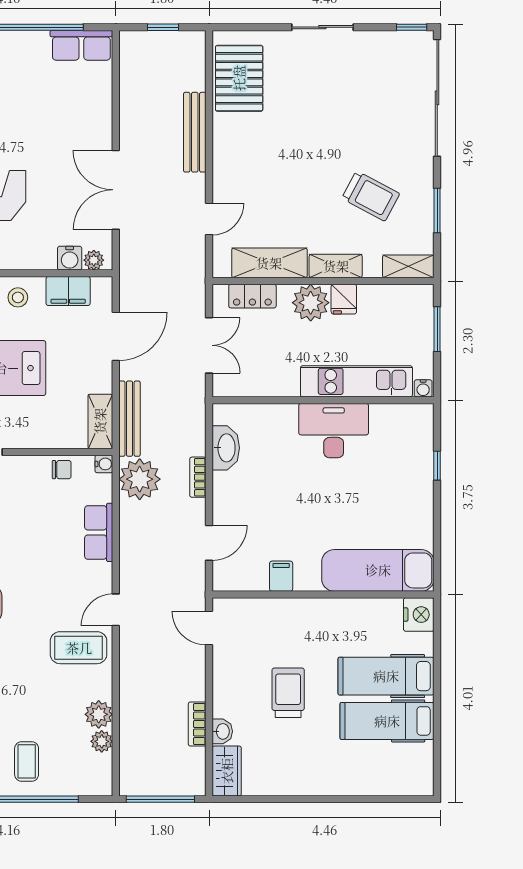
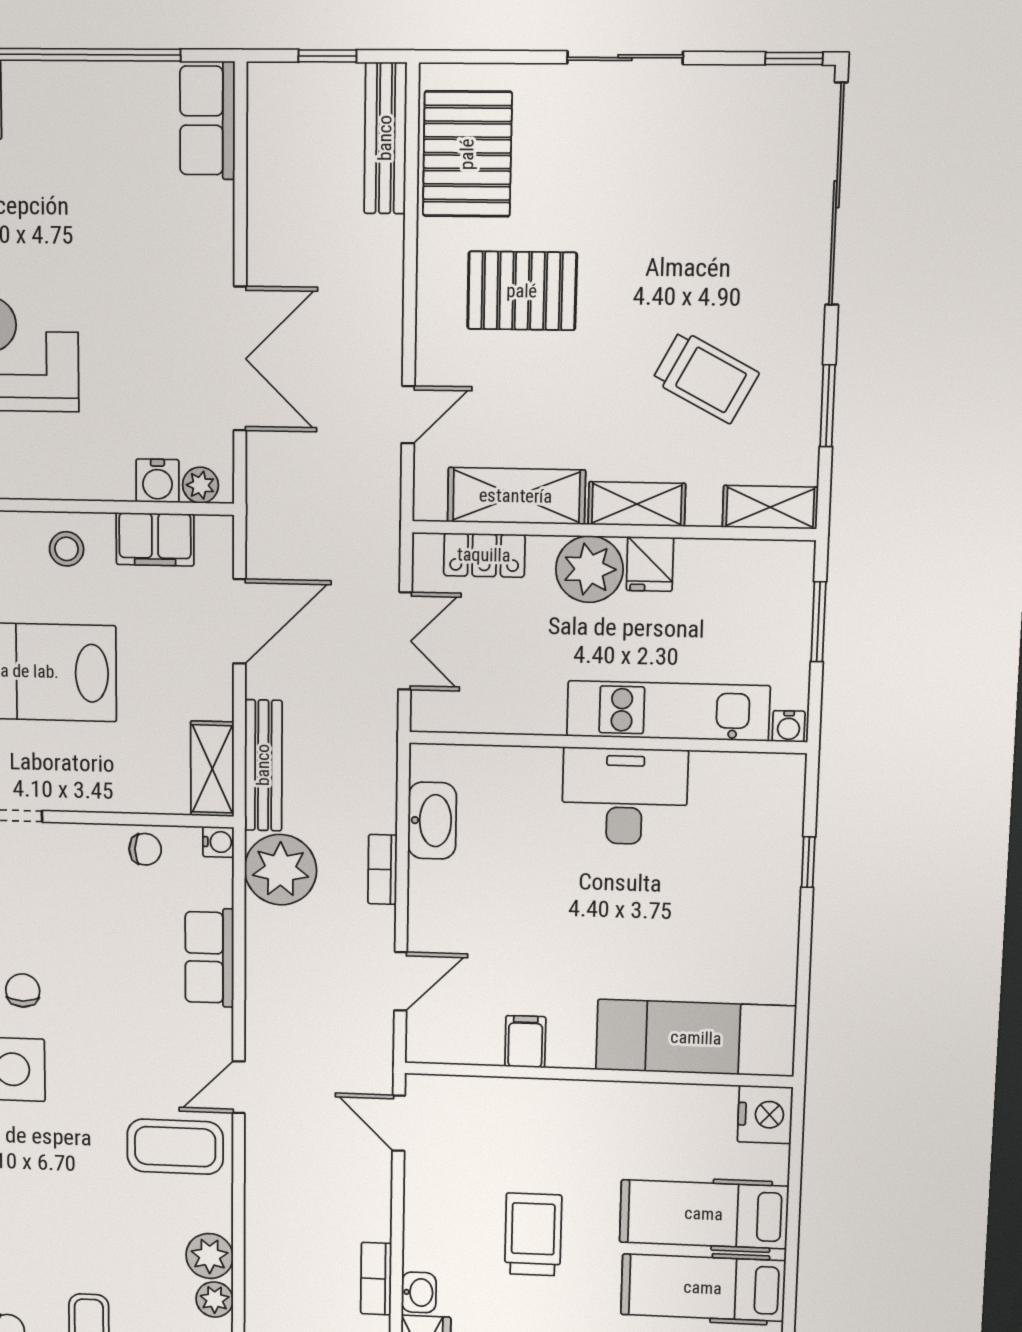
row of seats: (81, 45) -> (207, 120), moved, turned 90
bench: (195, 132) -> (385, 138), moved
pallet: (270, 151) -> (522, 291), added
double door: (116, 190) -> (240, 359), swing flipped

